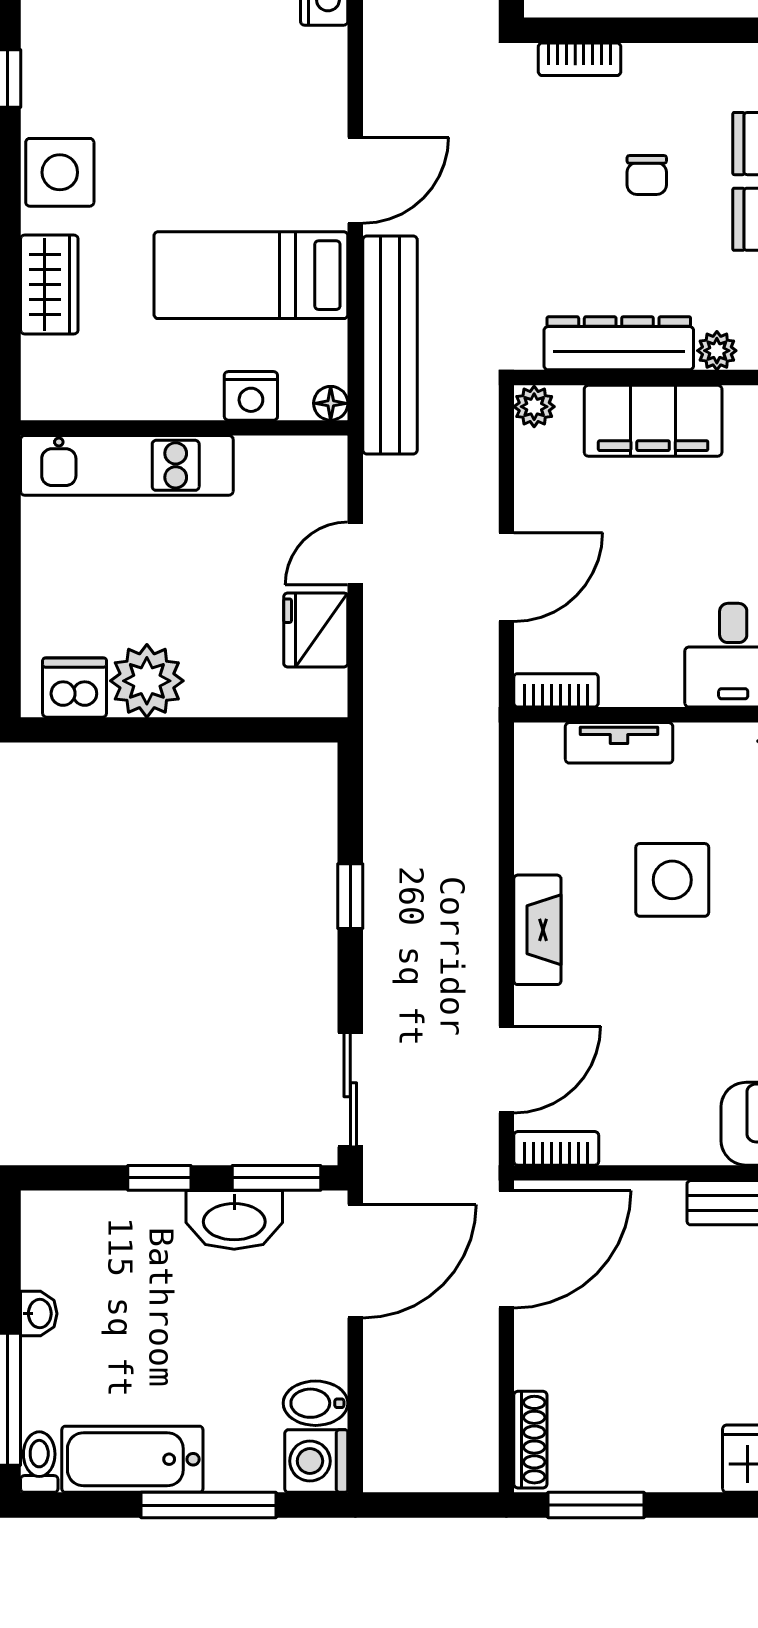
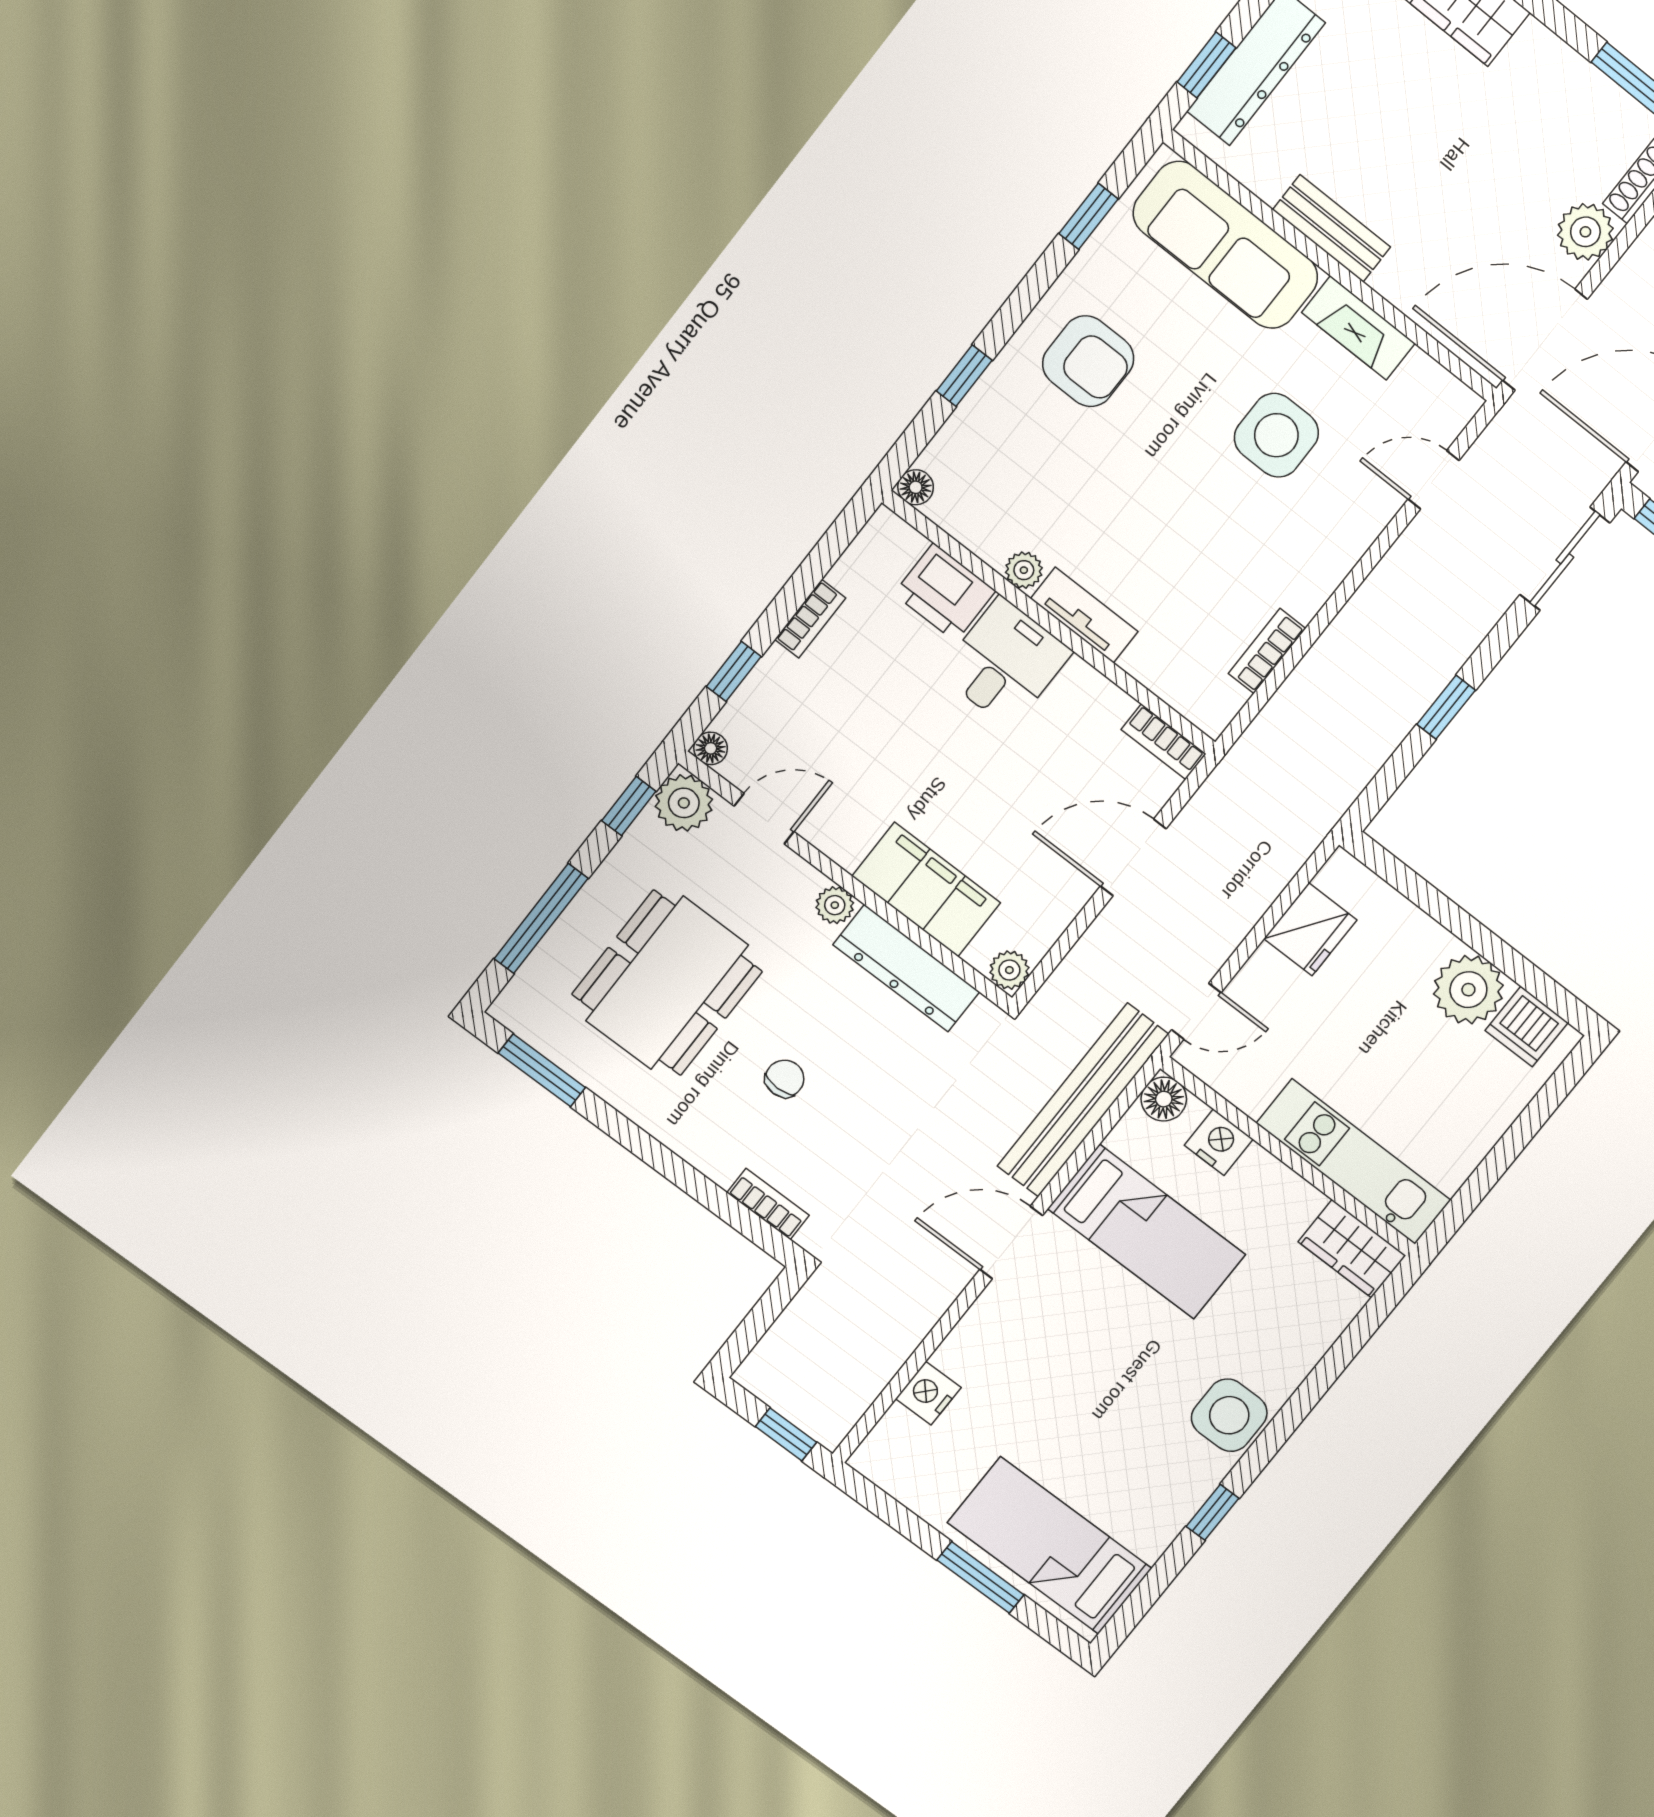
wardrobe: (49, 285) -> (1352, 1249), moved, turned -90
floor lamp: (331, 403) -> (1164, 1099), width x1.37, depth x1.37
door: (355, 553) -> (1196, 1011), moved
tv unit: (619, 743) -> (1084, 615), moved
side table: (672, 880) -> (1276, 435), moved
fireplace: (537, 930) -> (1358, 328), moved, turned -90
door: (506, 1069) -> (1434, 480), width x0.73
bookcase: (556, 1148) -> (1267, 651), moved, turned 90
plant: (542, 1359) -> (1585, 232), added

